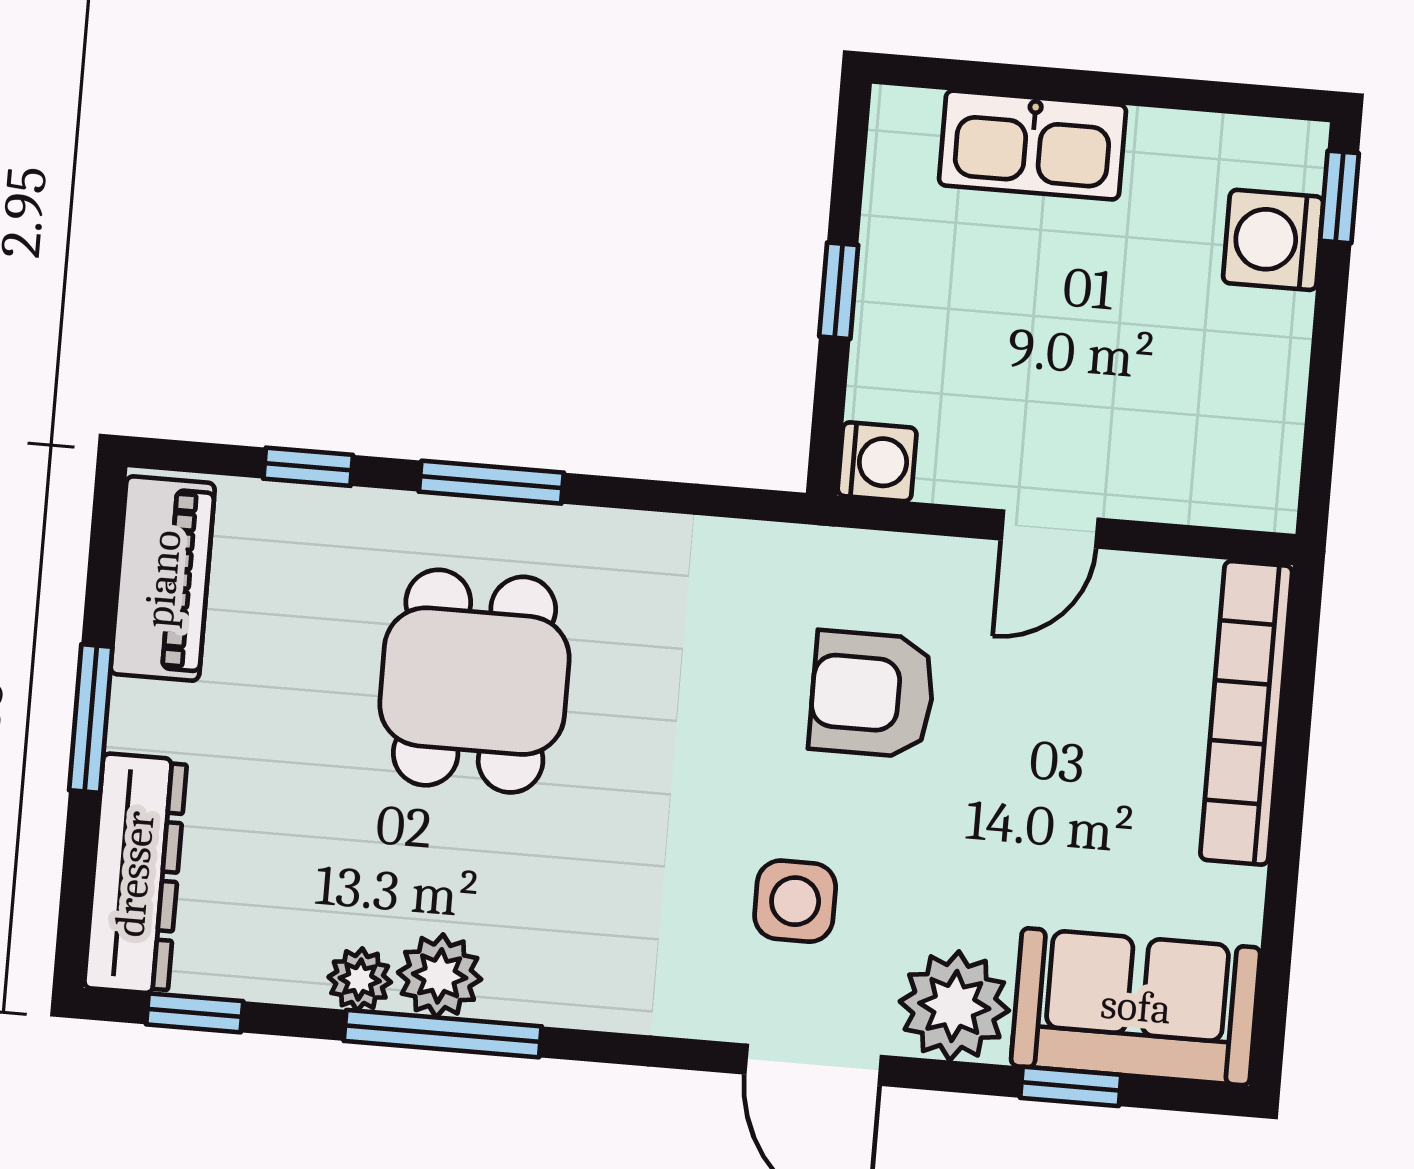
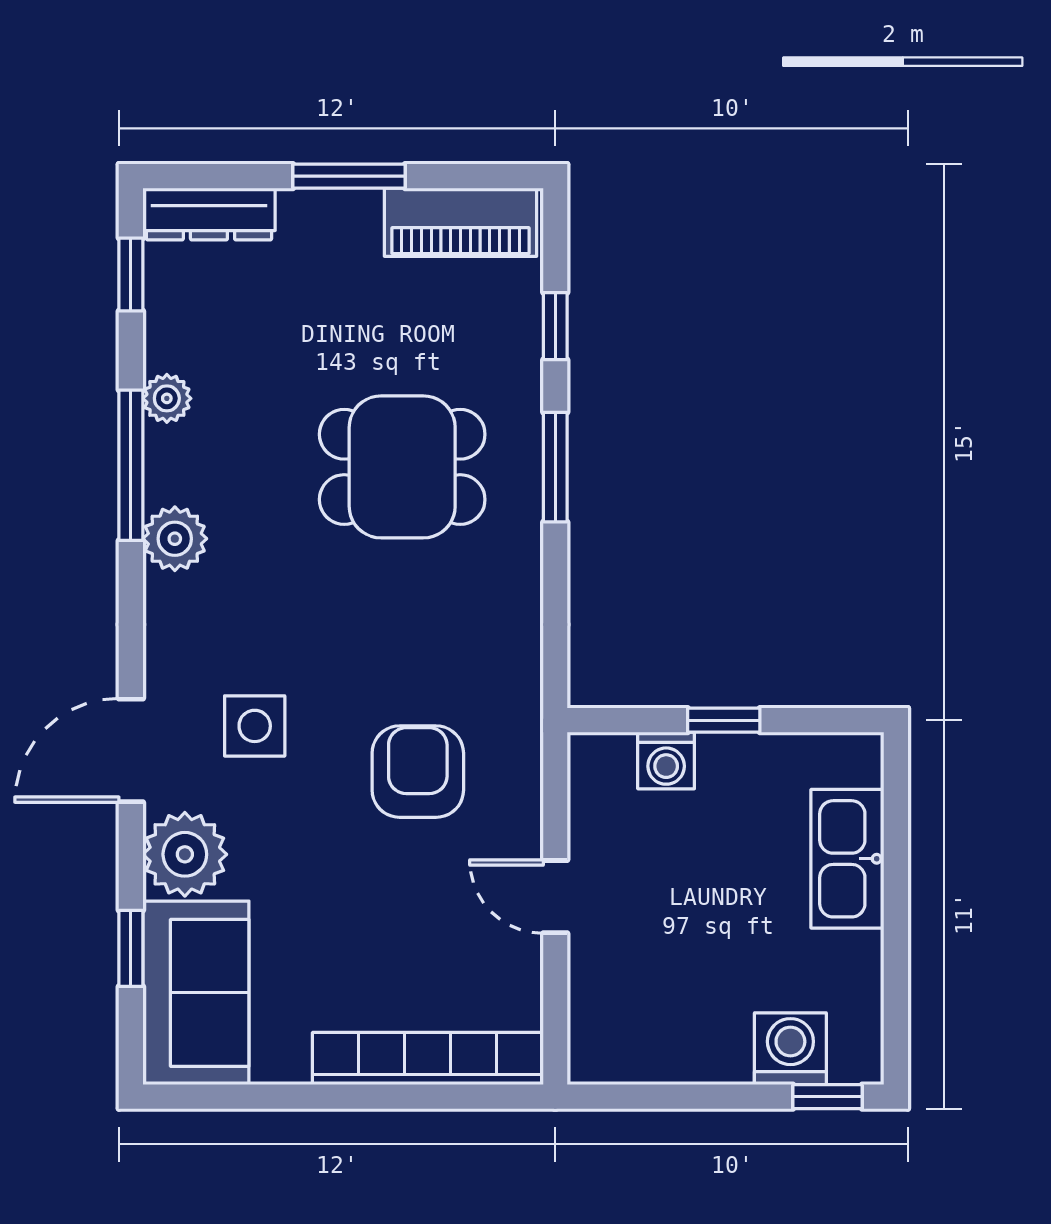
washing machine: (877, 462) -> (666, 760), moved
dresser: (135, 874) -> (209, 214), width x0.73, depth x0.80
plant: (440, 976) -> (175, 539), moved

